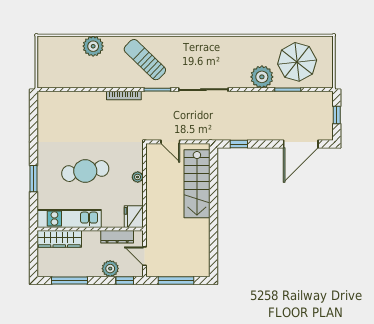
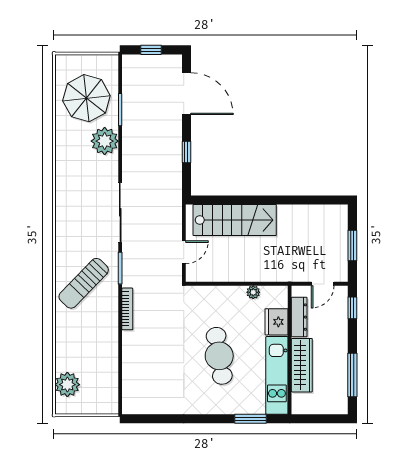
plant: (93, 46) -> (67, 385), moved
window: (239, 144) -> (186, 152), moved
plant: (138, 177) -> (253, 292), moved
window: (34, 179) -> (250, 419), moved
fridge: (134, 217) -> (276, 322), moved, turned 90
wardrobe: (59, 239) -> (302, 365), moved
plant: (110, 269) -> (338, 325), removed
window: (176, 280) -> (352, 245), width x0.69

